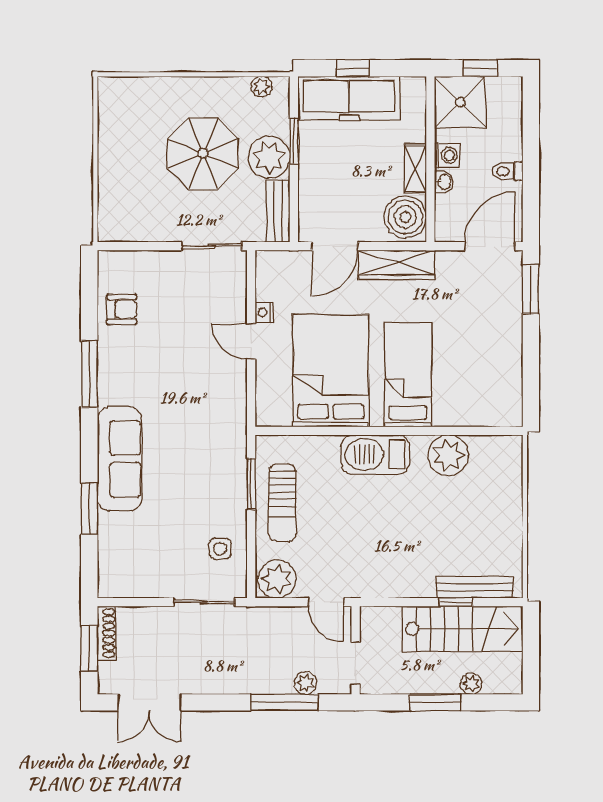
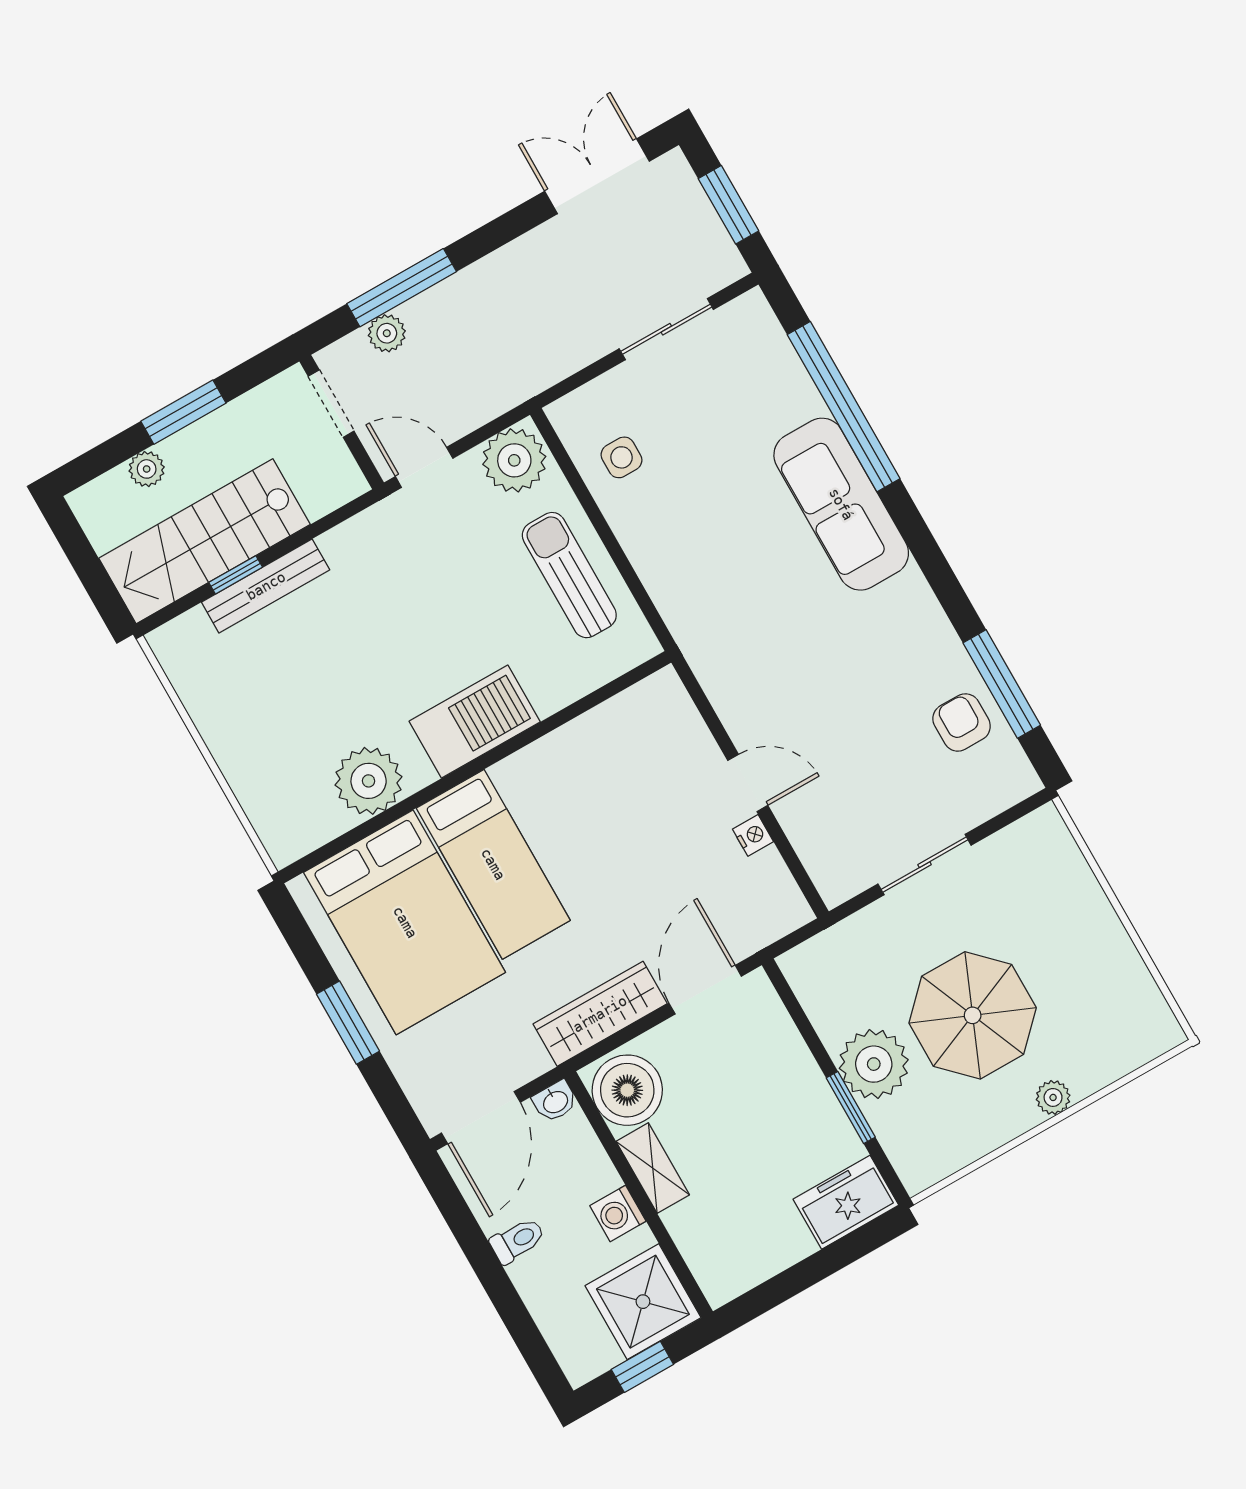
window: (353, 68) -> (826, 1262), removed
plant: (261, 87) -> (1053, 1097), moved
freezer: (349, 98) -> (846, 1202), width x0.52, depth x0.79
washbasin: (444, 182) -> (555, 1101), moved, turned -90
bench: (278, 211) -> (816, 993), removed
sliding door: (212, 246) -> (925, 865), moved
window: (531, 289) -> (348, 1023), moved
armchair: (122, 309) -> (962, 722), turned 90
bed: (331, 371) -> (405, 922), moved
window: (89, 374) -> (1002, 684), moved
window: (251, 484) -> (630, 577), removed
window: (89, 509) -> (844, 407), width x2.11
bench: (475, 587) -> (266, 586), moved
sliding door: (204, 602) -> (666, 329), moved
shoe rack: (106, 633) -> (716, 241), removed

